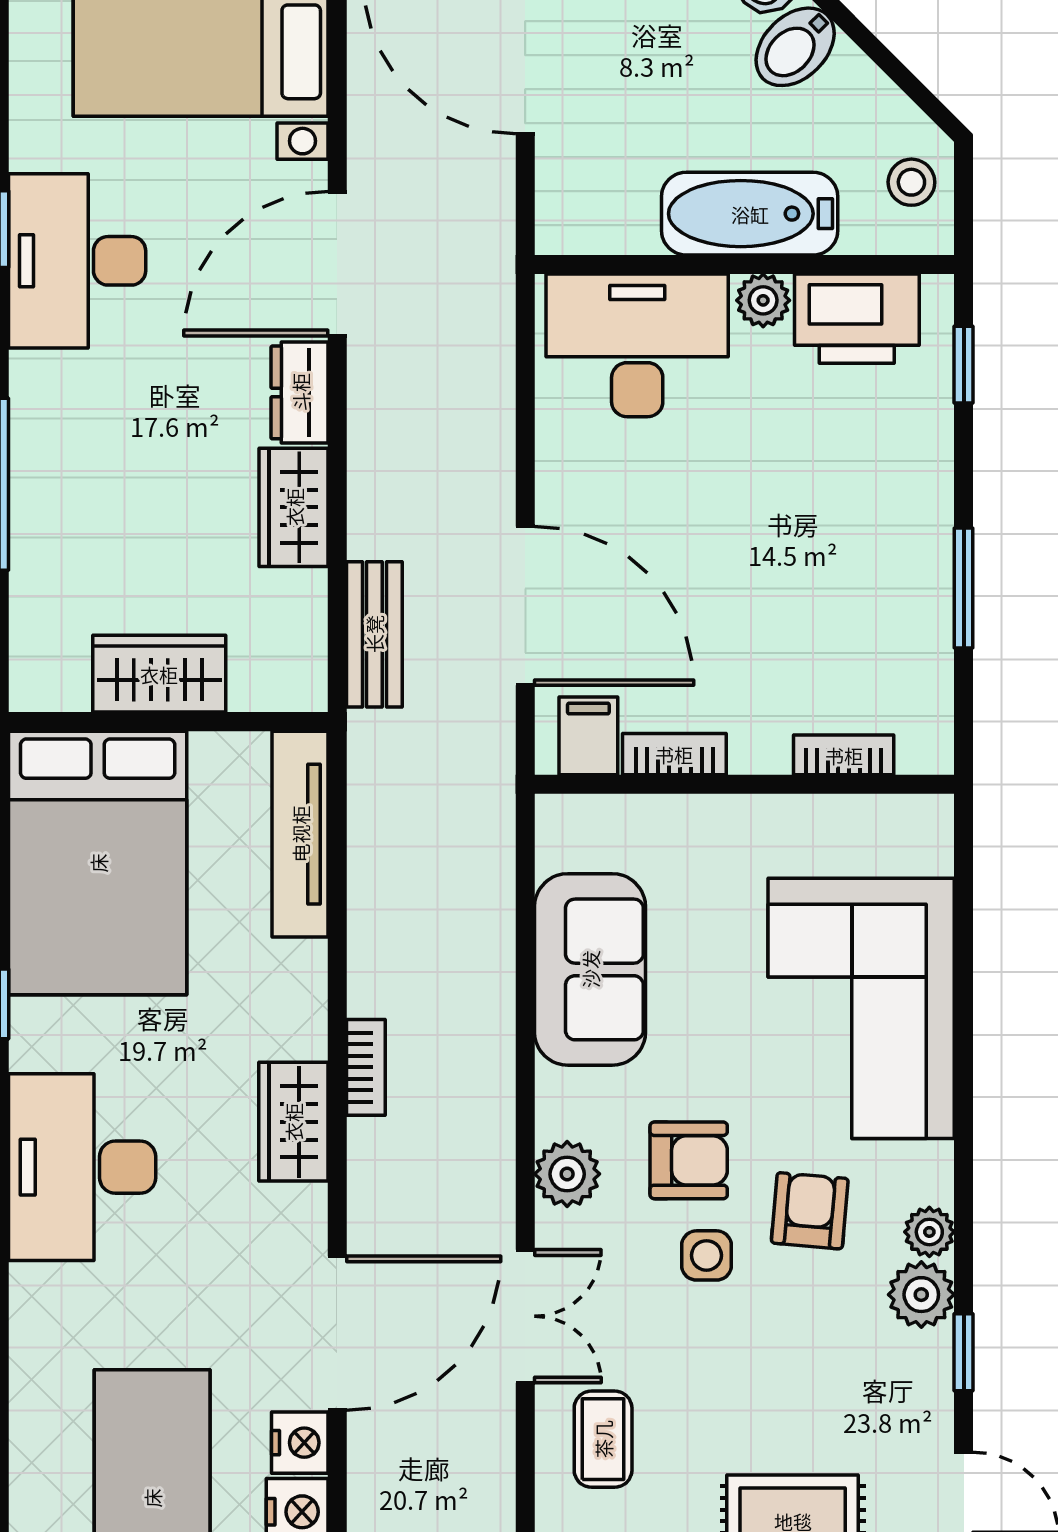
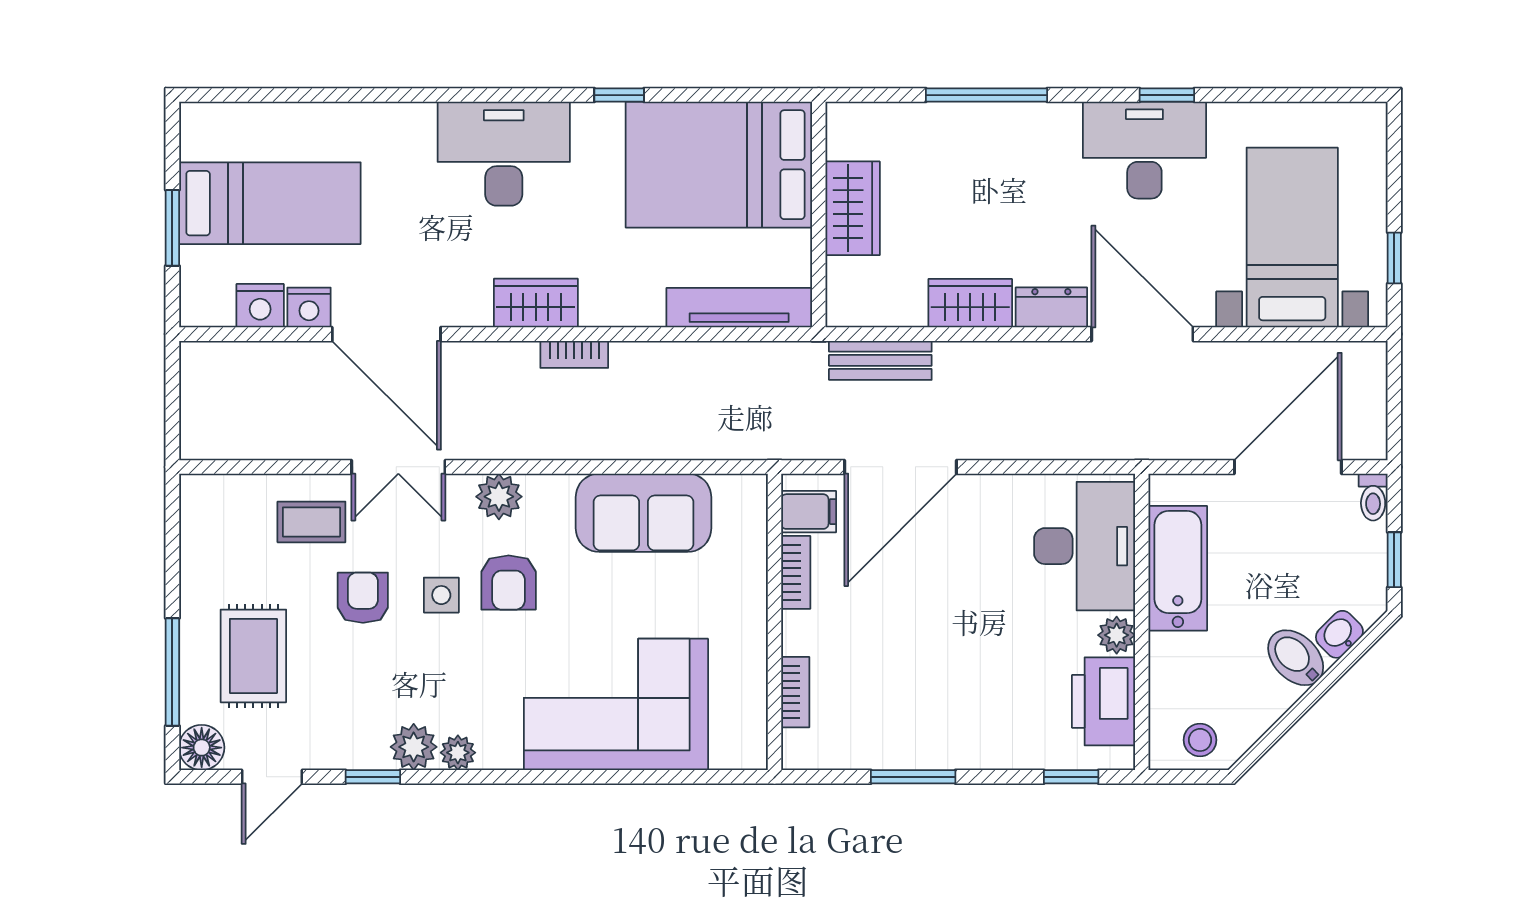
bathtub: (750, 214) -> (1178, 568), moved
armchair: (810, 1211) -> (363, 598), moved, turned -95

